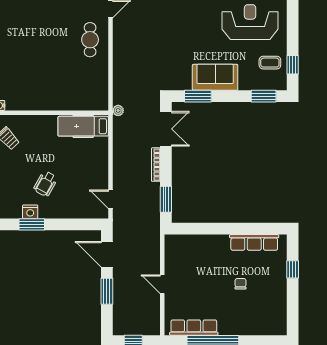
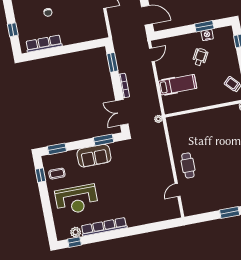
hospital bed: (83, 126) -> (178, 85), moved
door: (110, 199) -> (152, 55), hinge flipped

